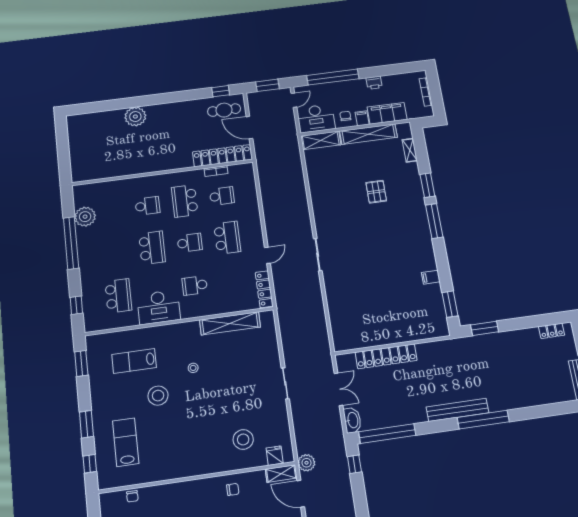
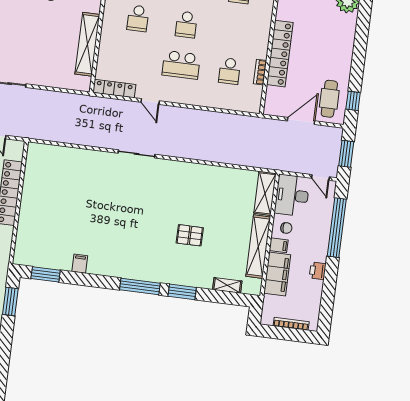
locker: (222, 156) -> (280, 54), moved
school desk: (185, 201) -> (235, 31), removed
school desk: (195, 285) -> (138, 18), turned 180

